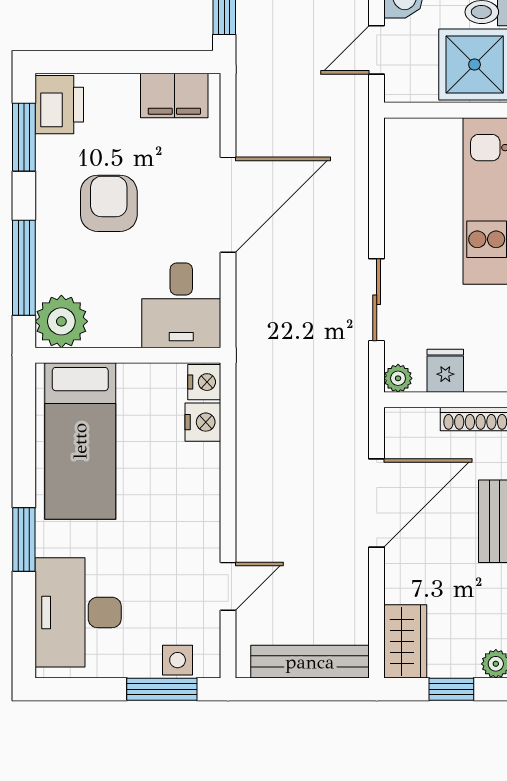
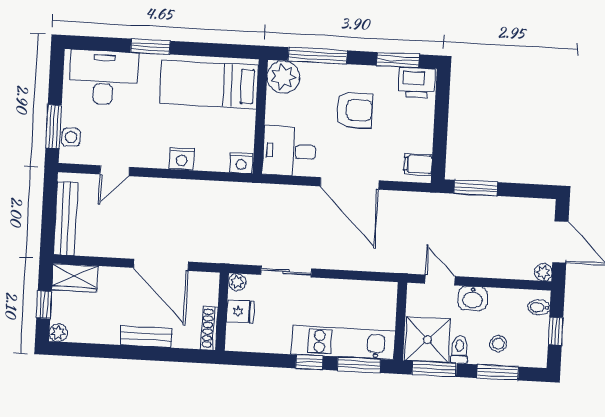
filing cabinet: (174, 95) -> (418, 164), width x0.50
nightstand: (203, 422) -> (182, 159), moved
door: (228, 586) -> (115, 171), hinge flipped

